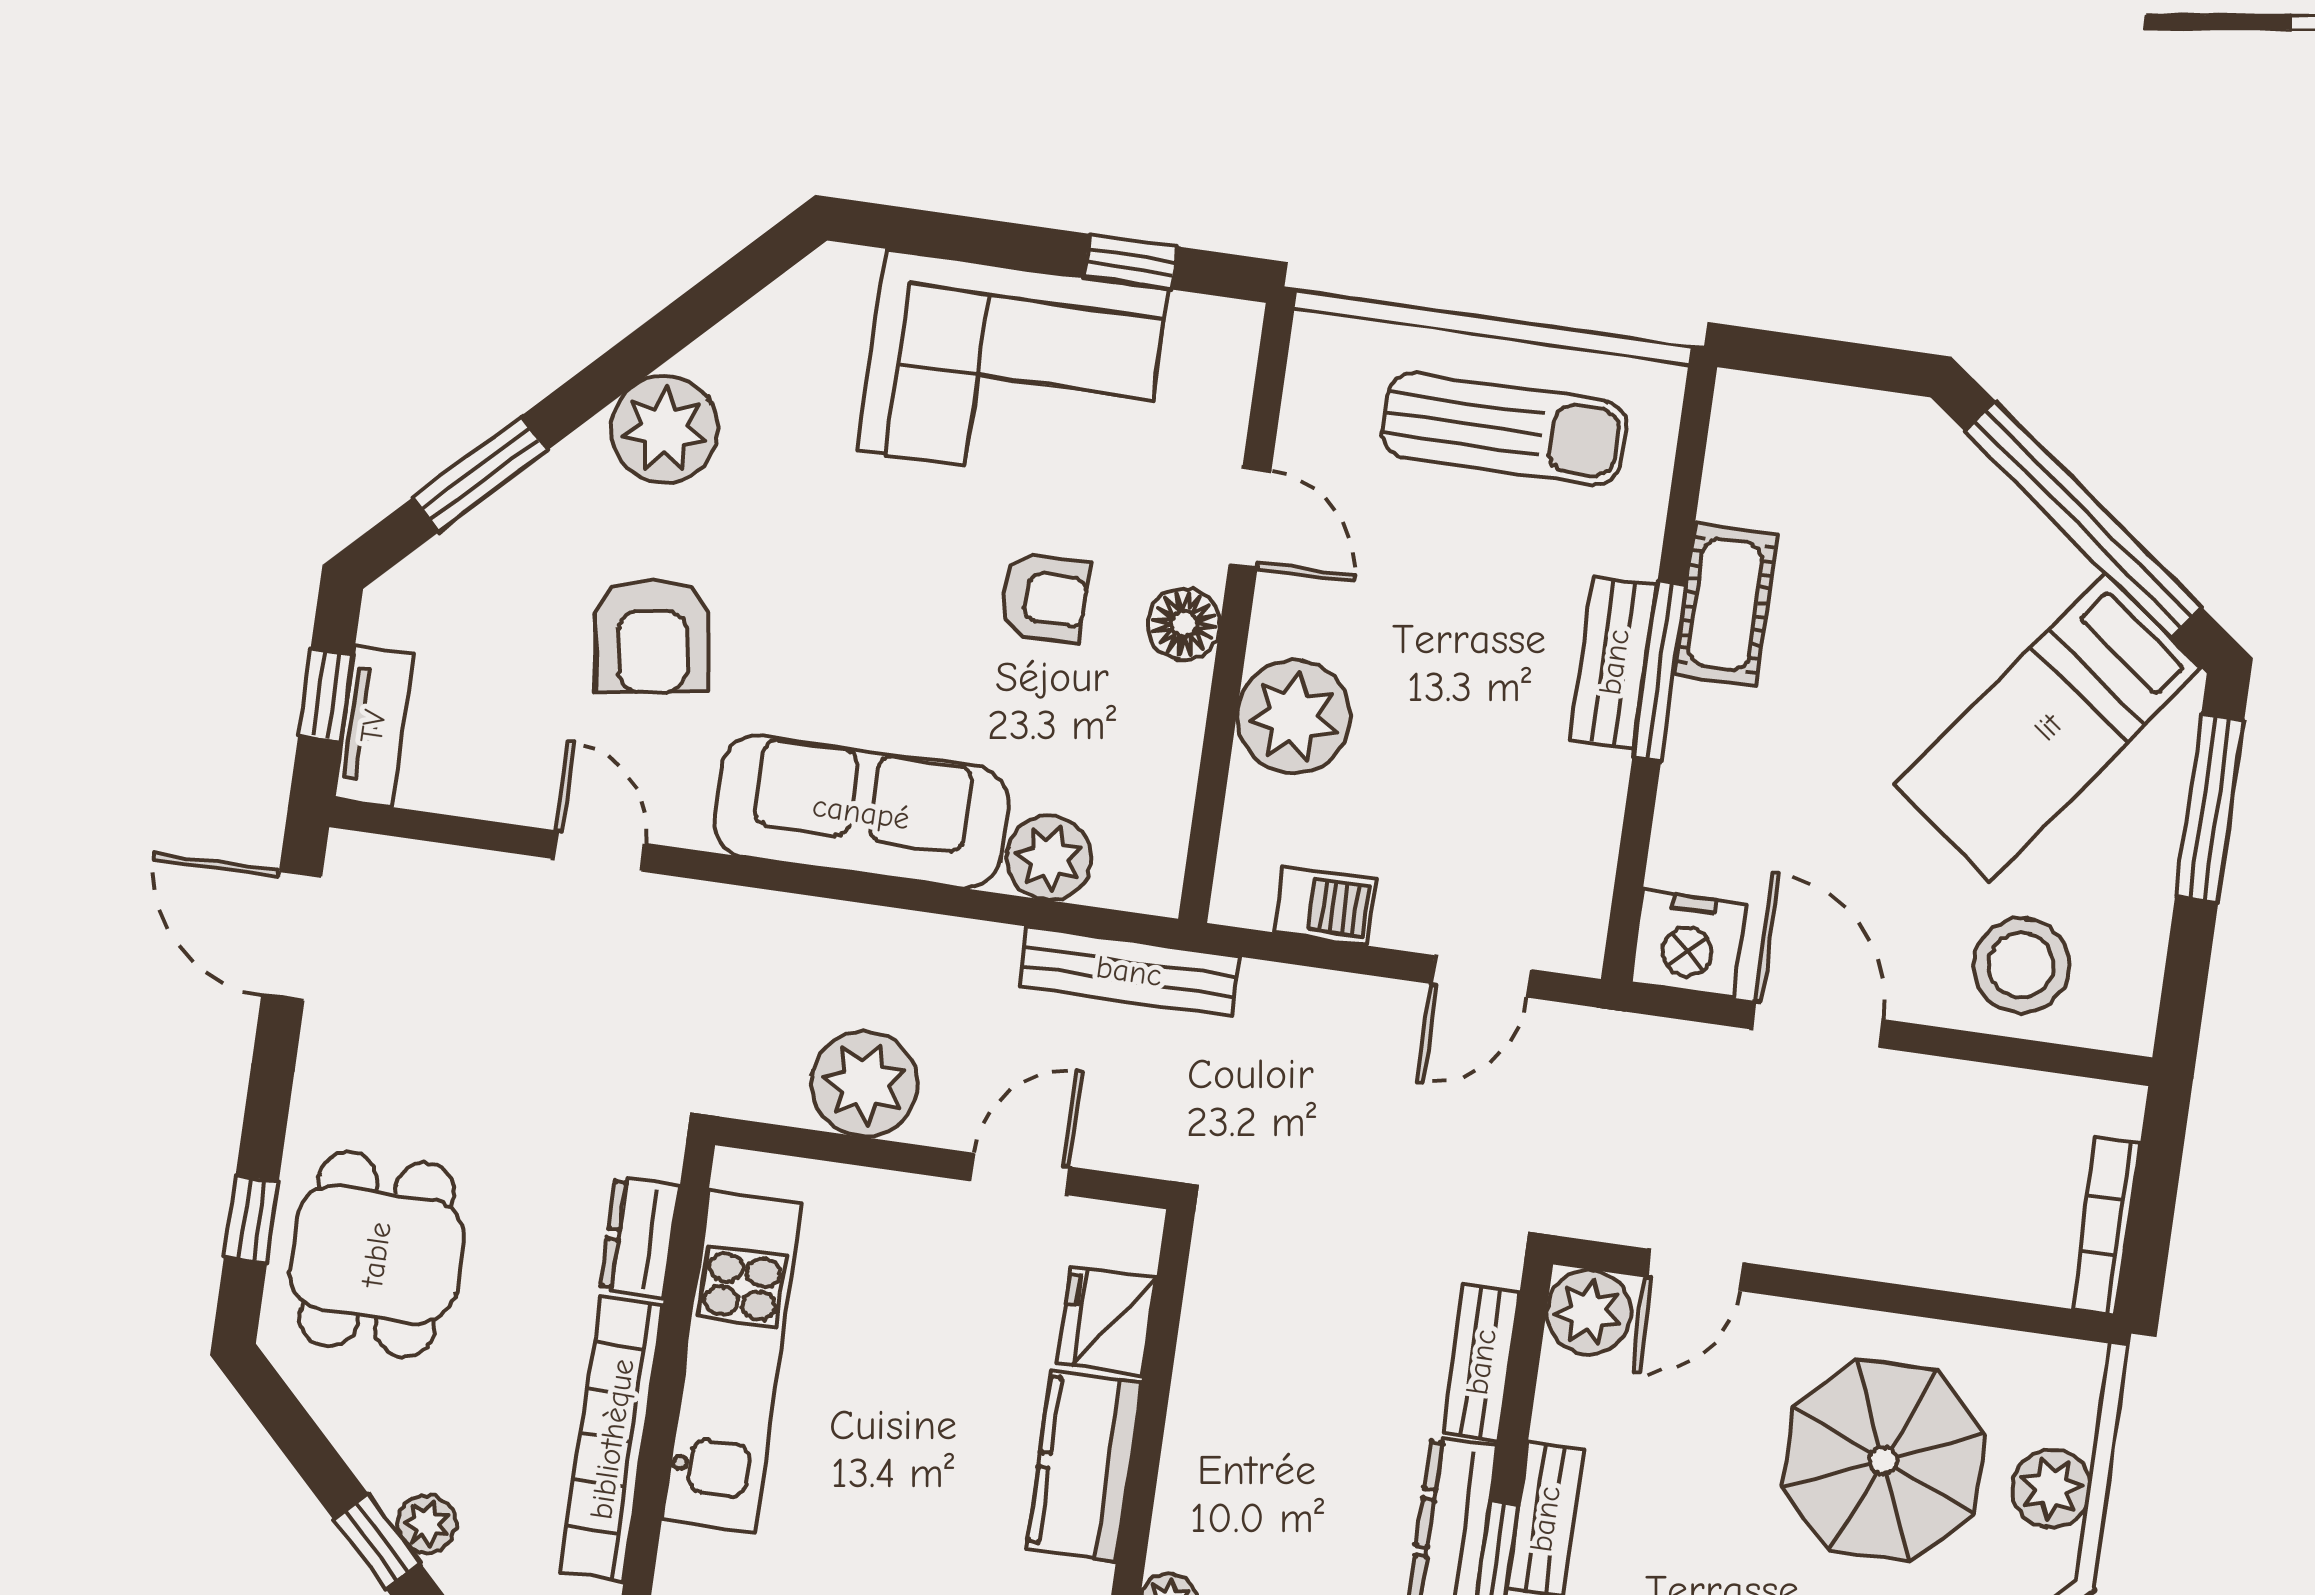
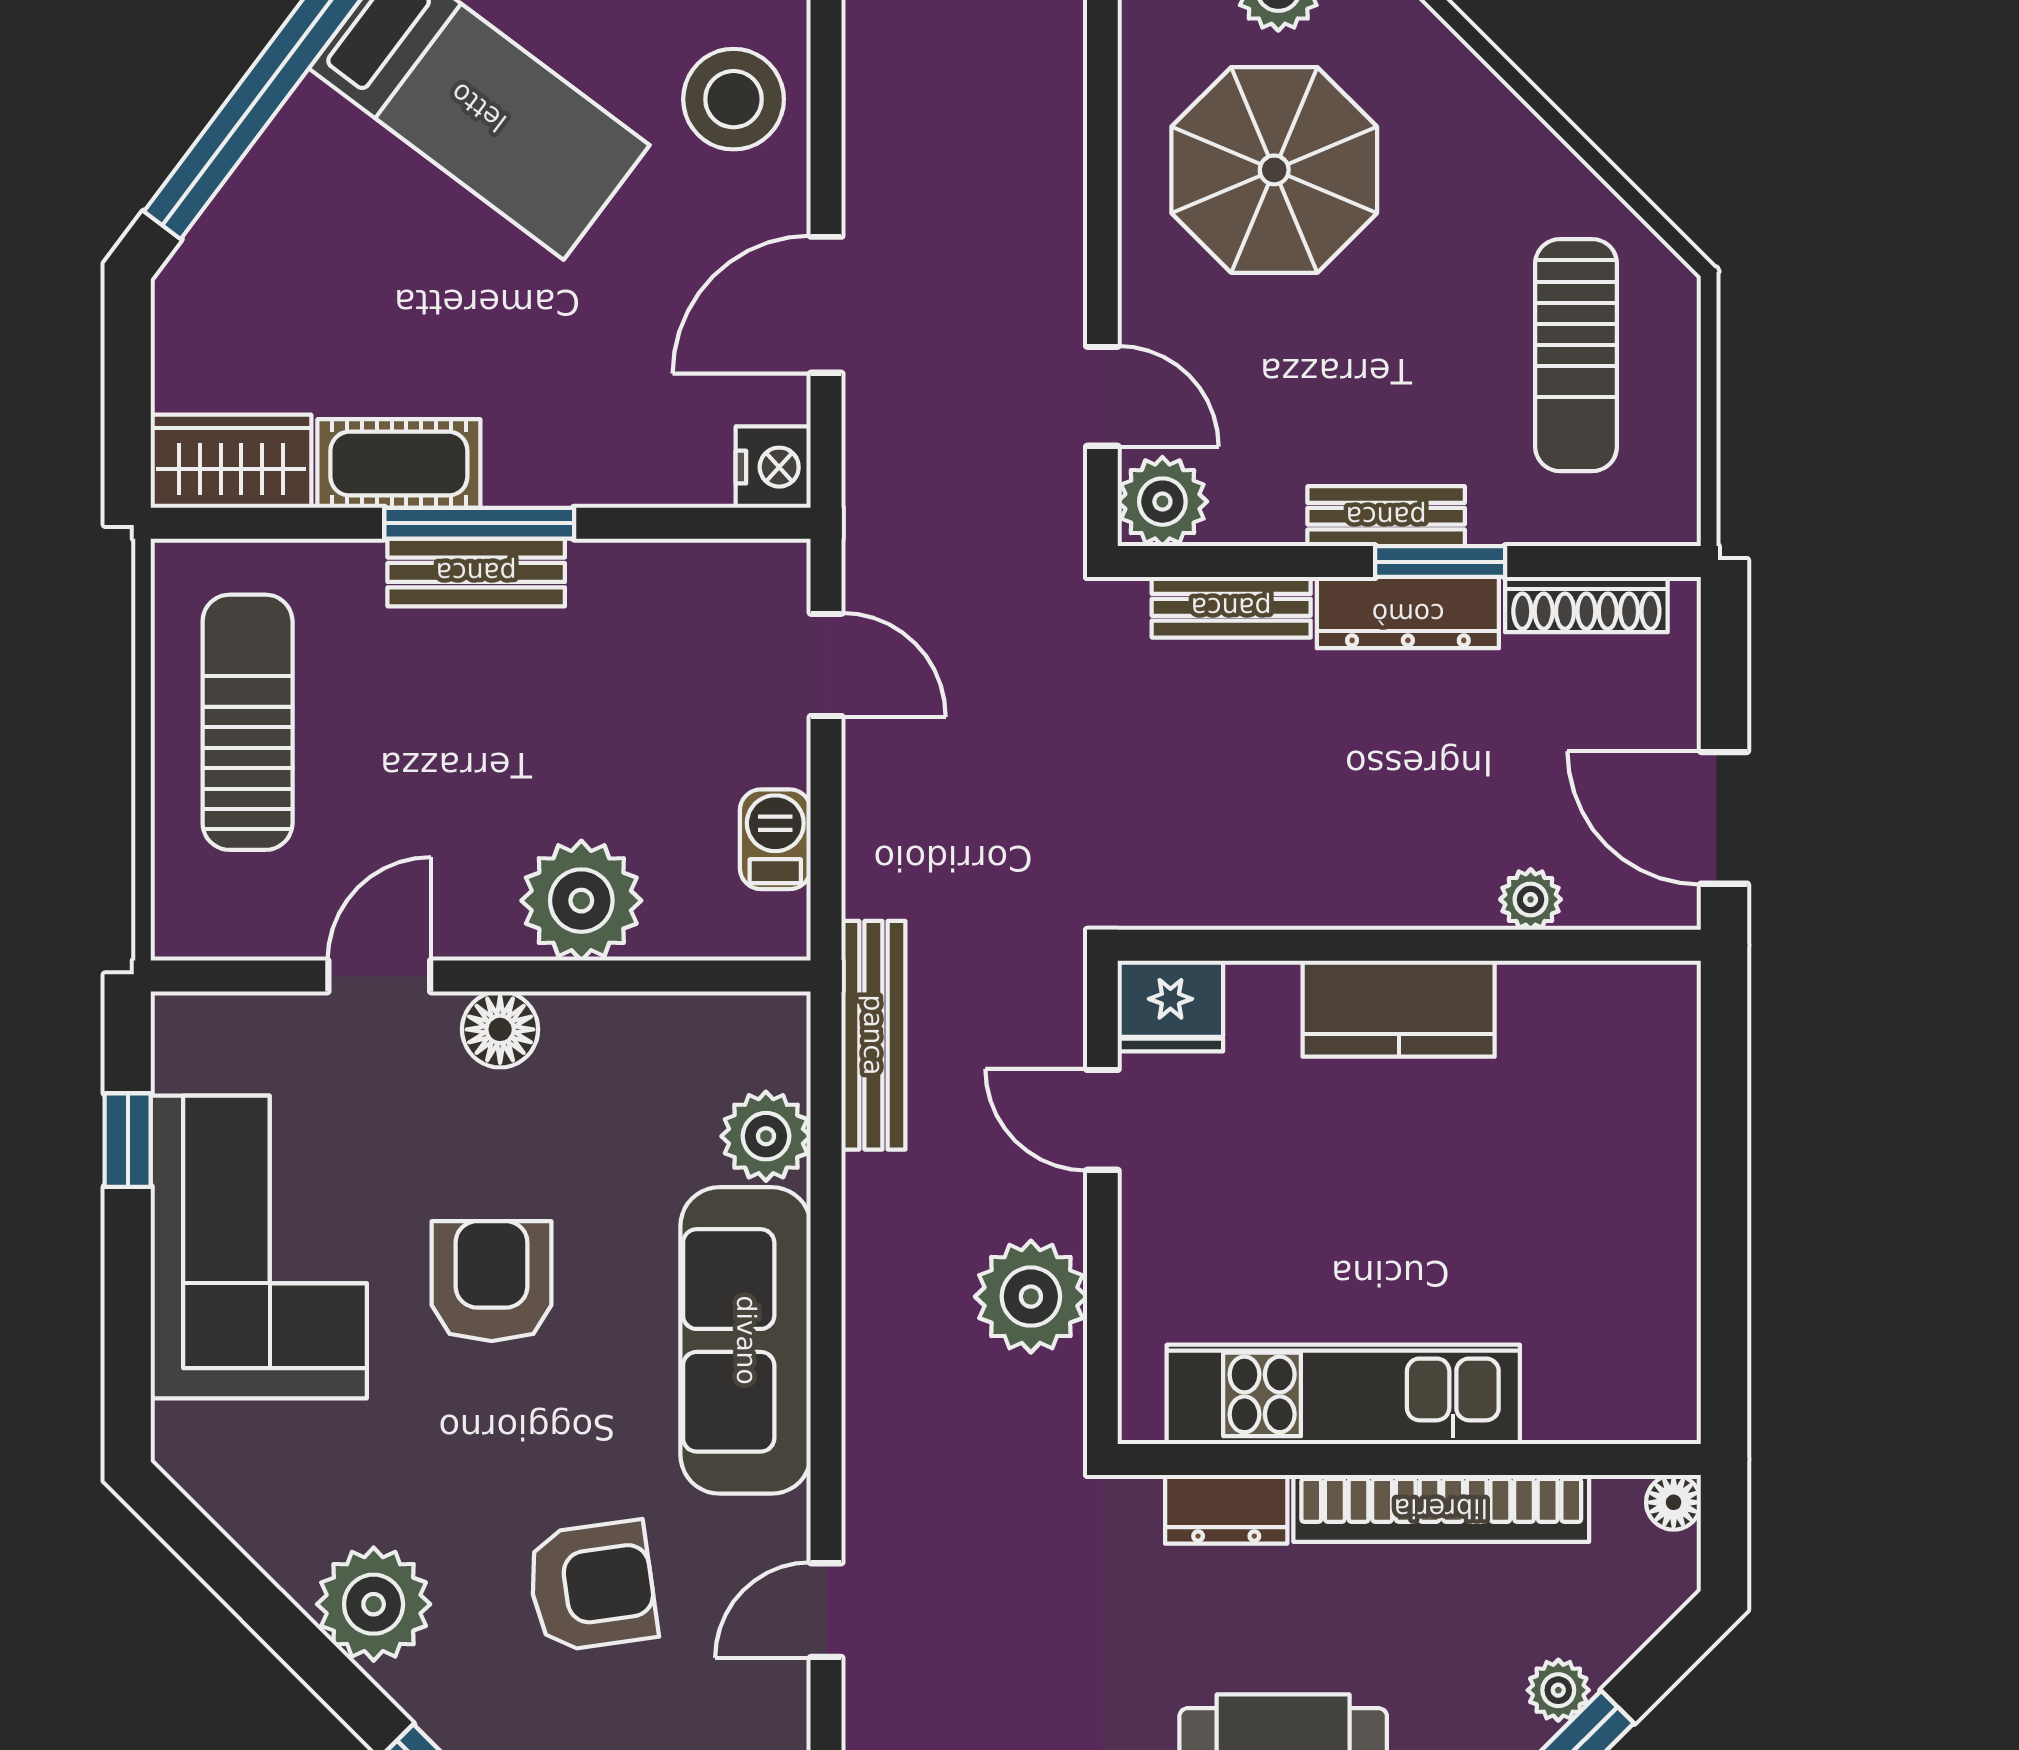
wardrobe: (1750, 448) -> (231, 461), added
armchair: (1044, 598) -> (492, 1281), moved, width x1.38, depth x1.38
nightstand: (1688, 944) -> (773, 467), width x0.74, depth x0.75
fridge: (1107, 1321) -> (1170, 1006), moved

